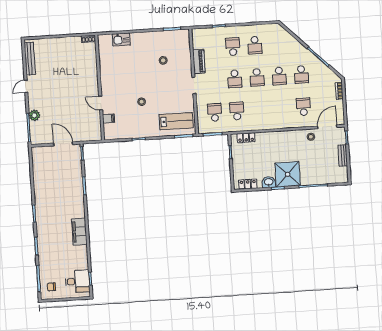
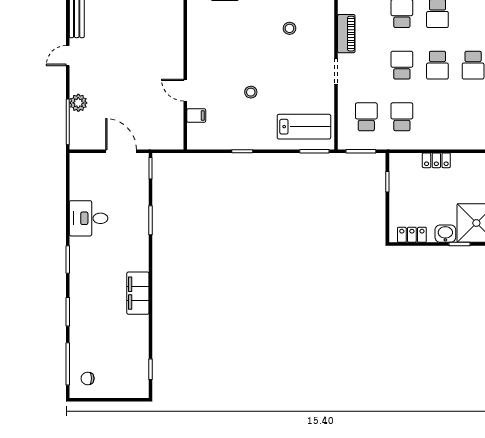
school desk: (235, 79) -> (402, 65), turned 180
locker: (246, 138) -> (436, 160), moved
desk: (77, 281) -> (89, 218), moved, turned 180

